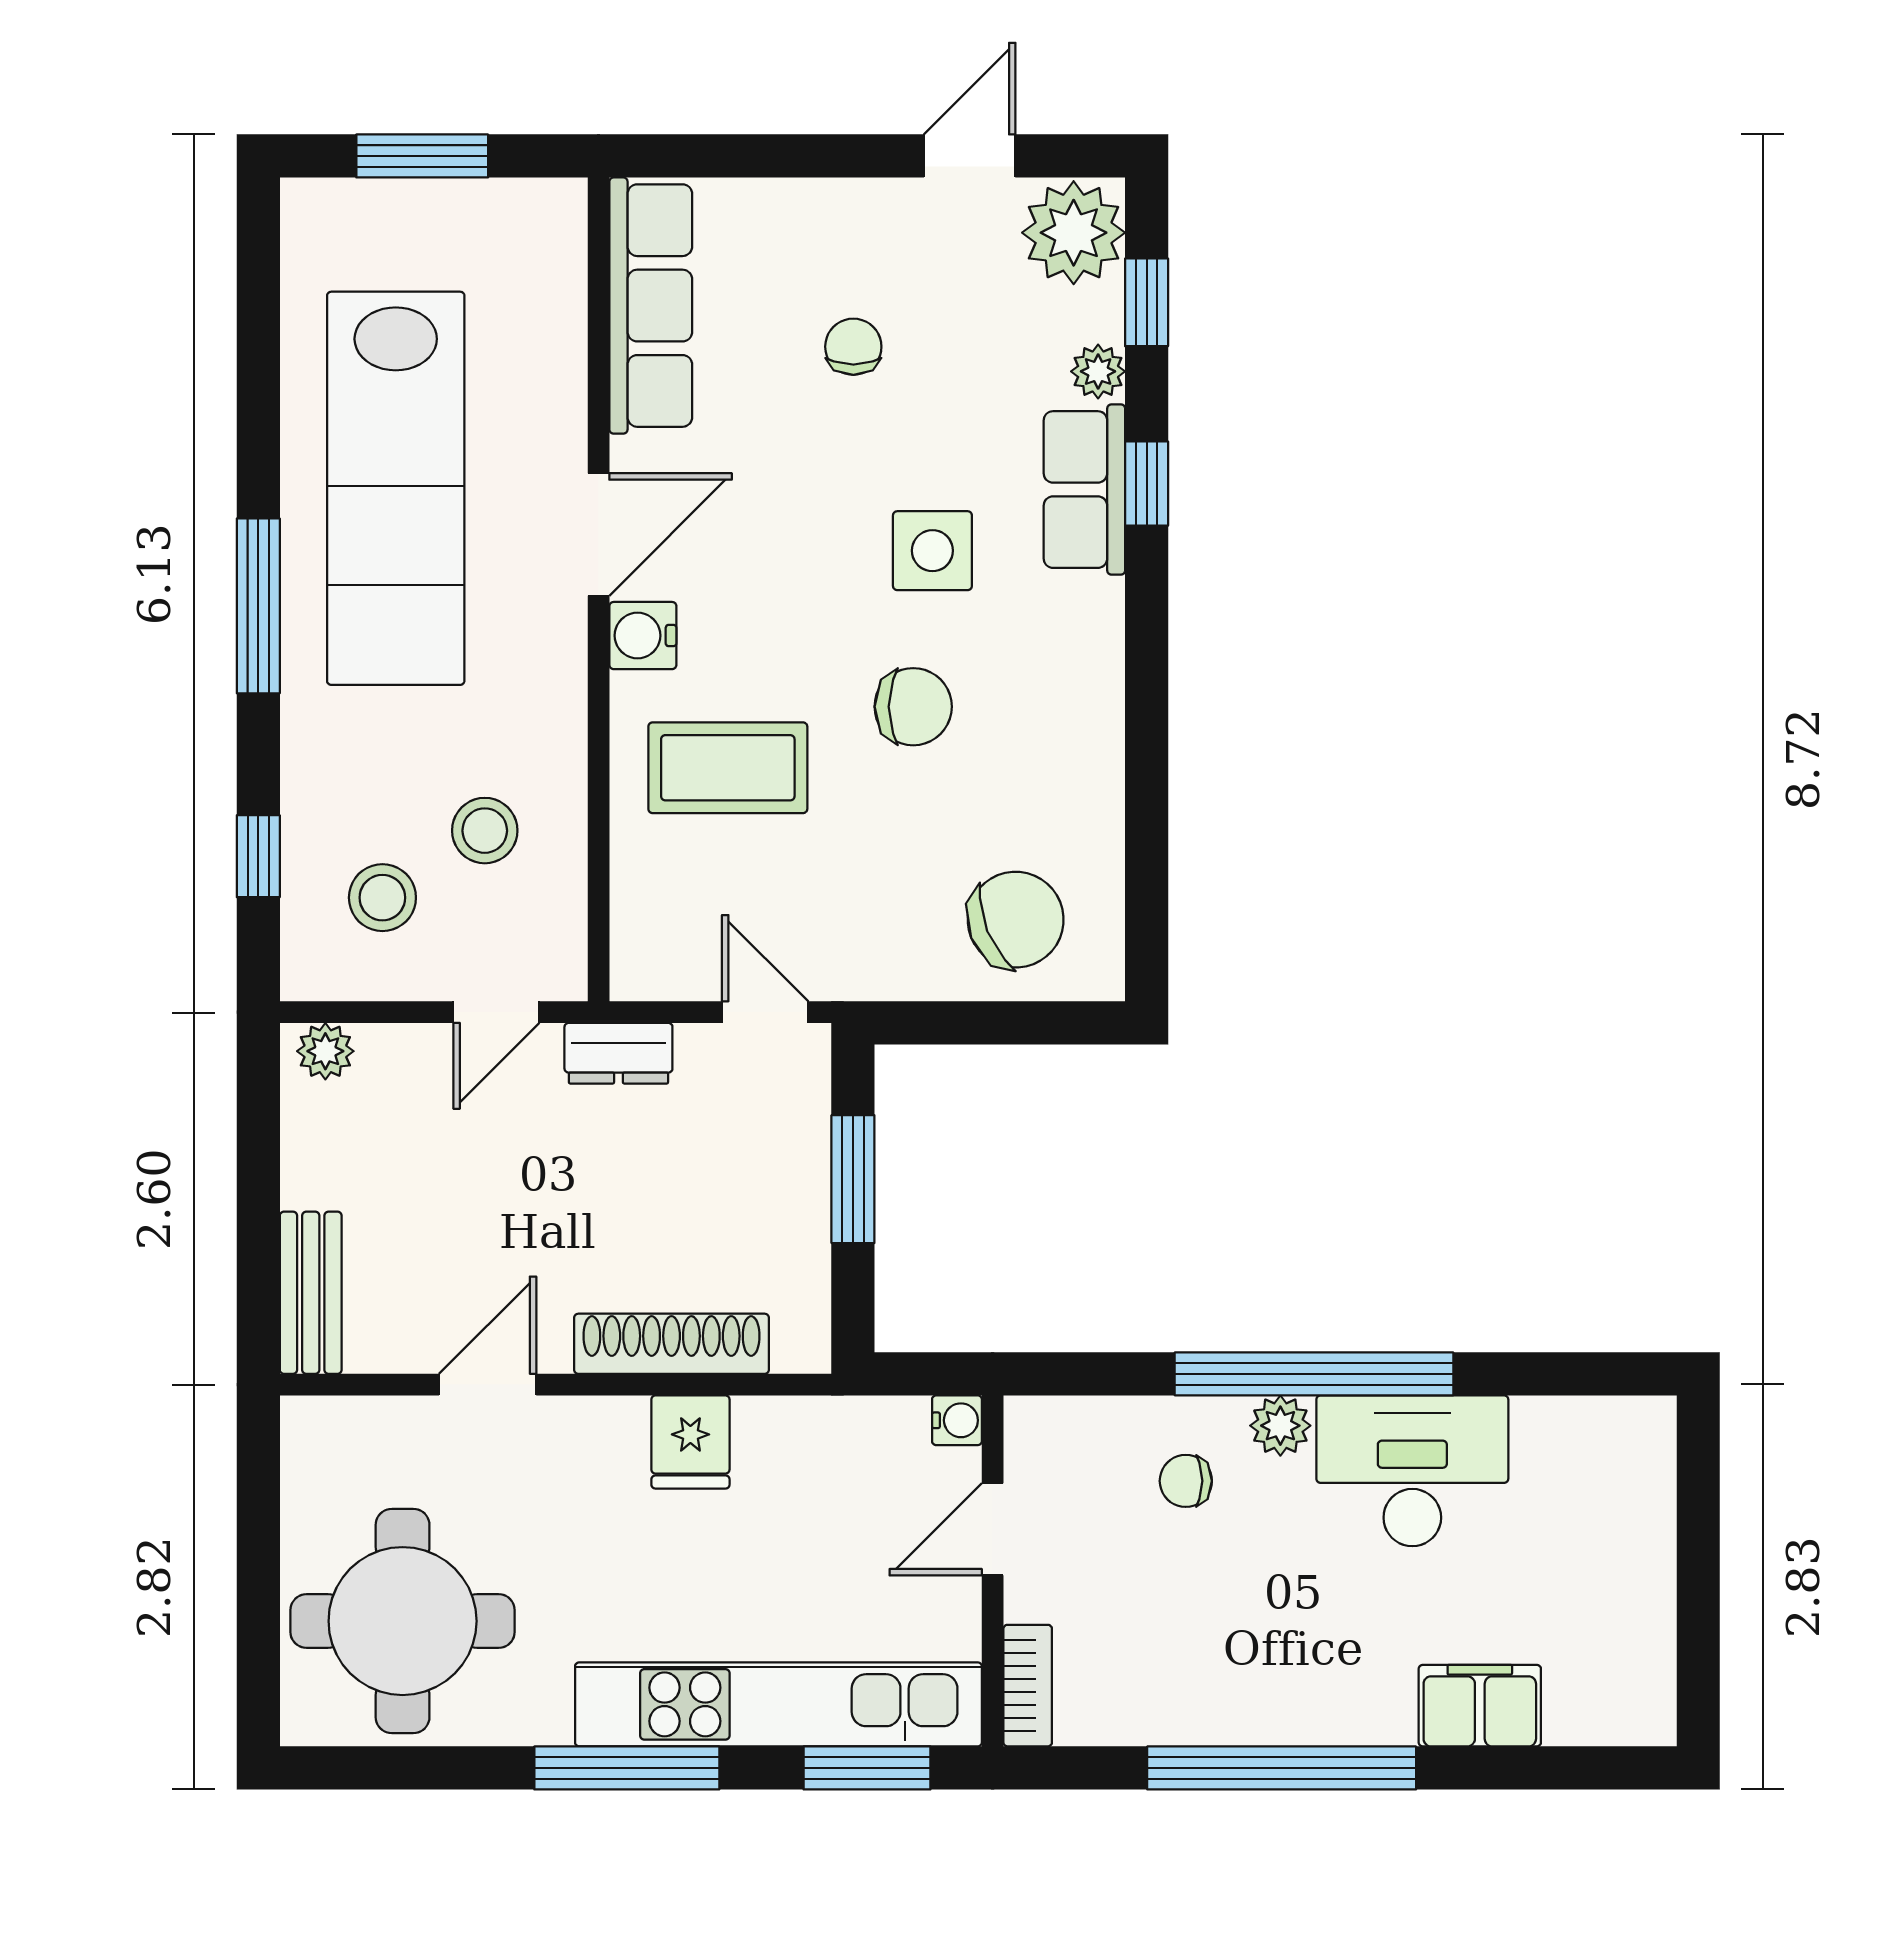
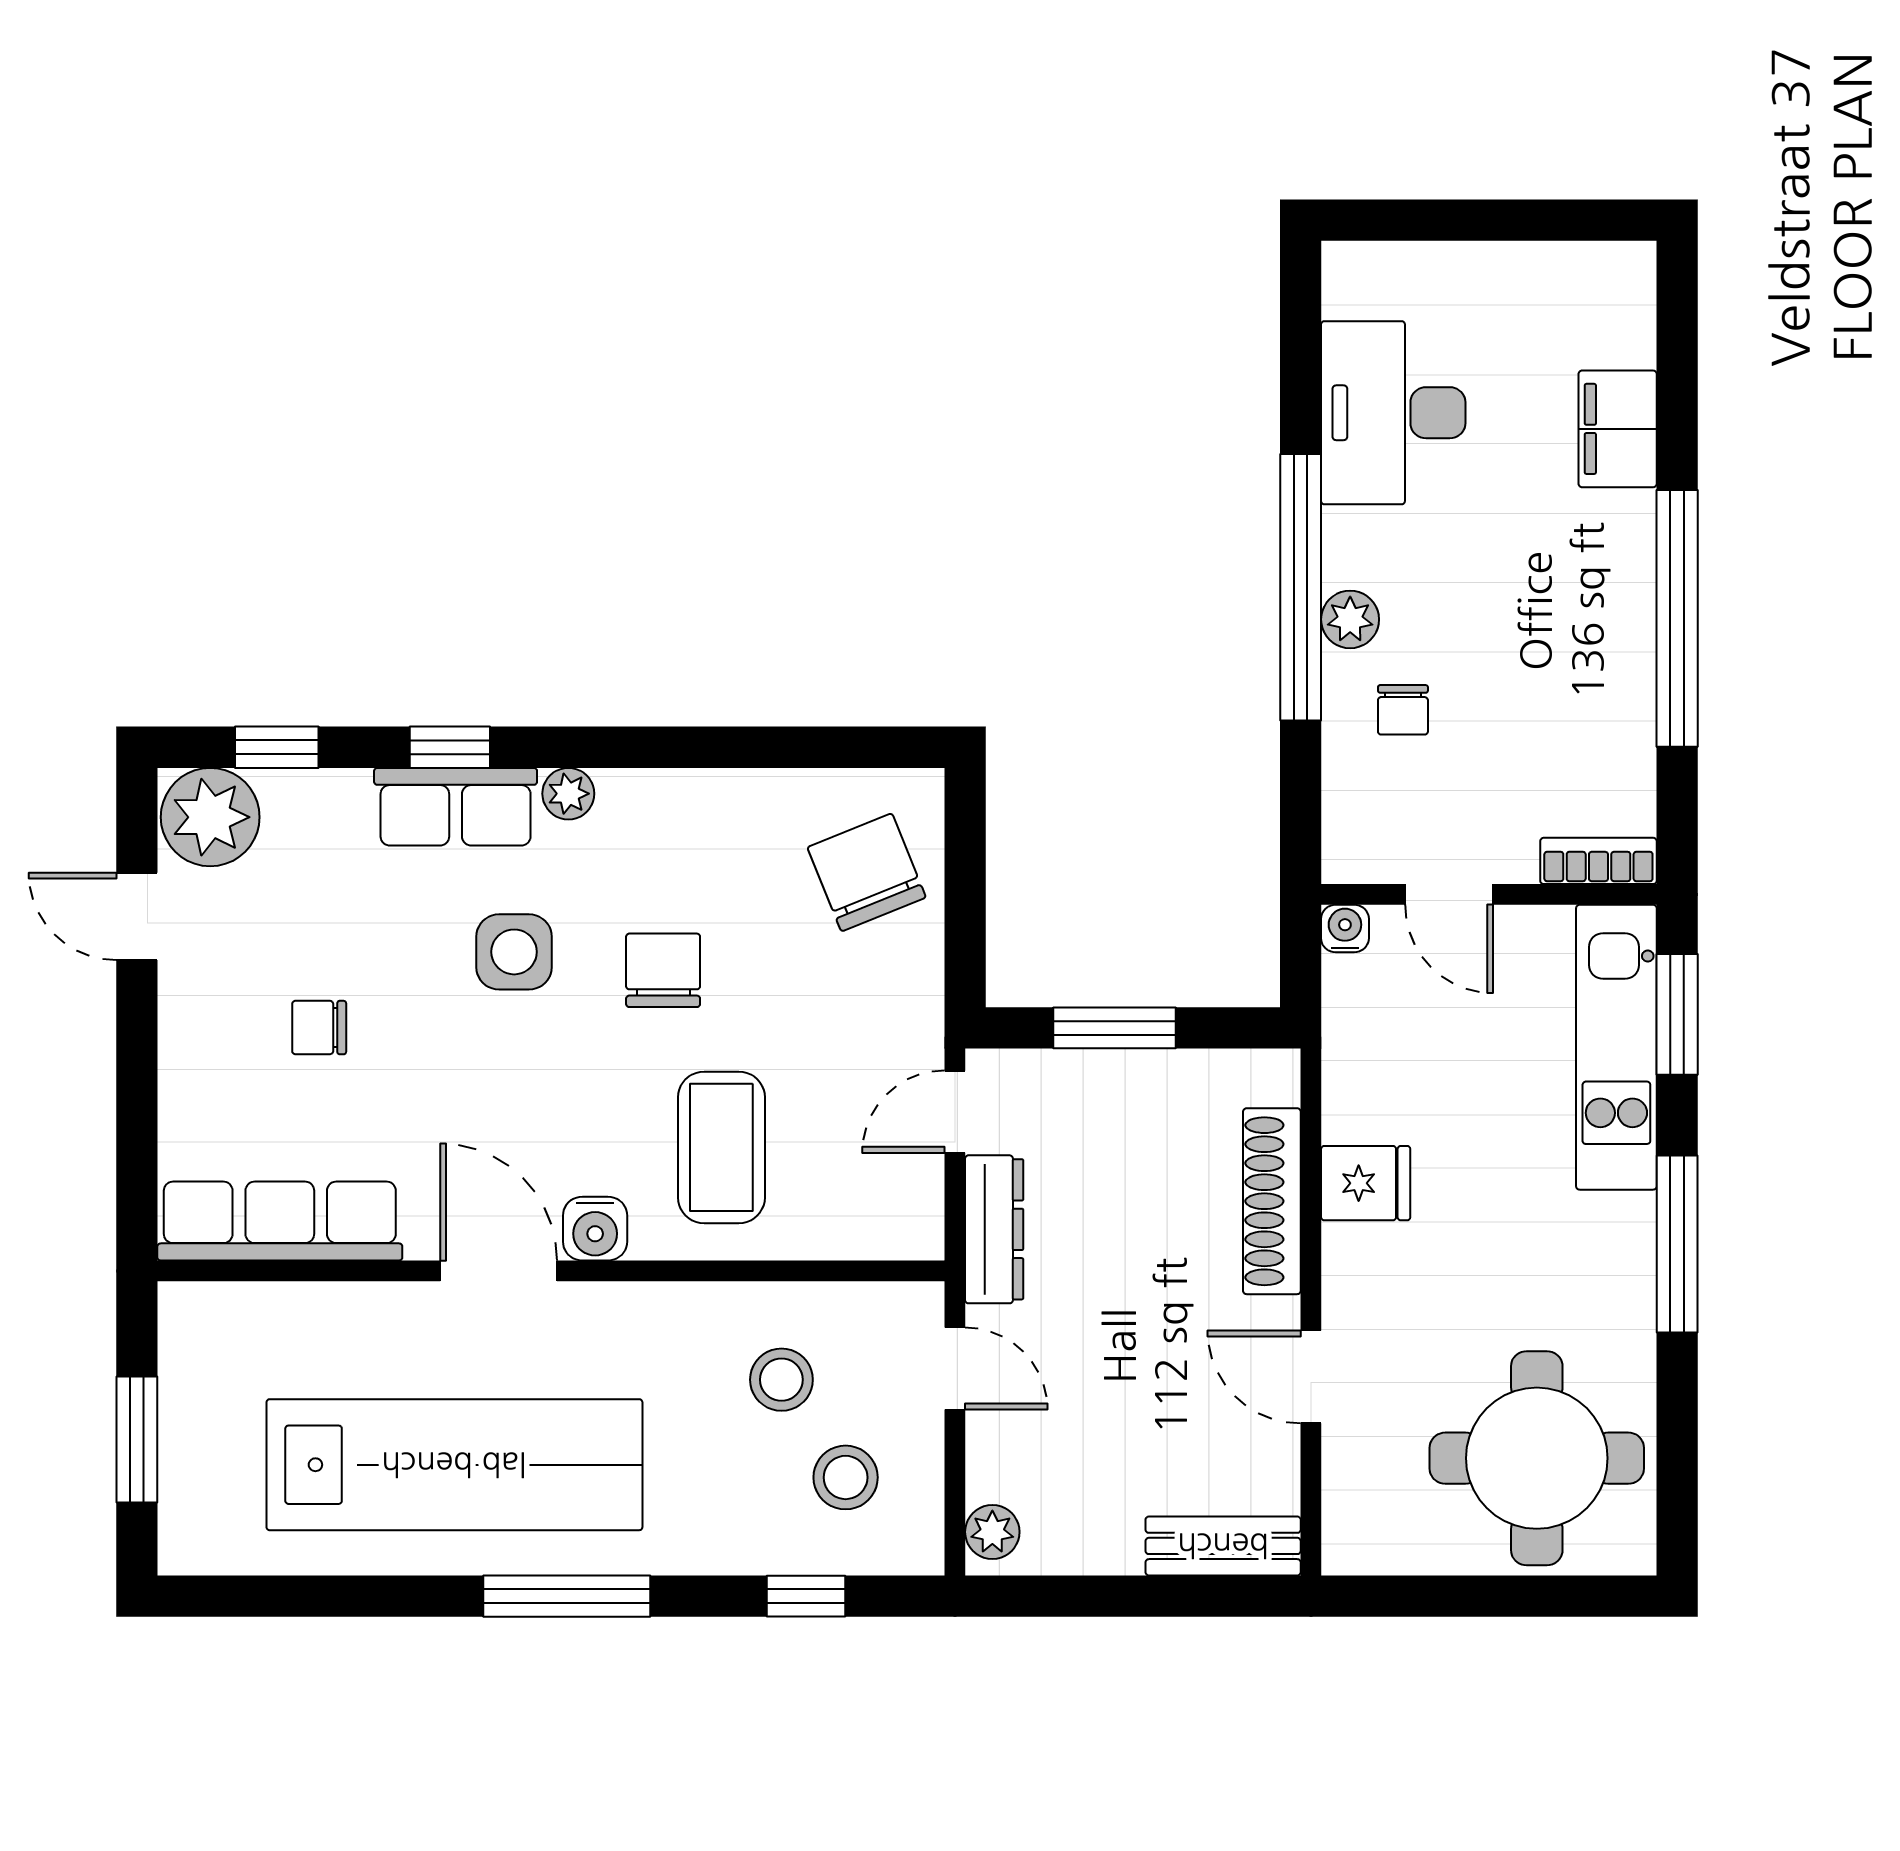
plant: (1098, 371) -> (568, 794), moved
dresser: (618, 1053) -> (994, 1229), width x1.44
desk: (1412, 1471) -> (1393, 413), moved
kitchen unit: (778, 1704) -> (1616, 1047), width x0.73

